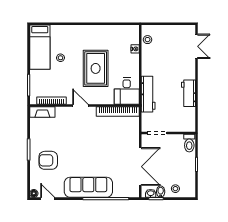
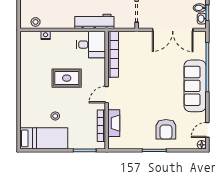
rug: (96, 68) -> (67, 78), width x0.73, depth x0.70
fireplace: (42, 112) -> (114, 123), moved
double door: (140, 167) -> (173, 30), swing flipped

